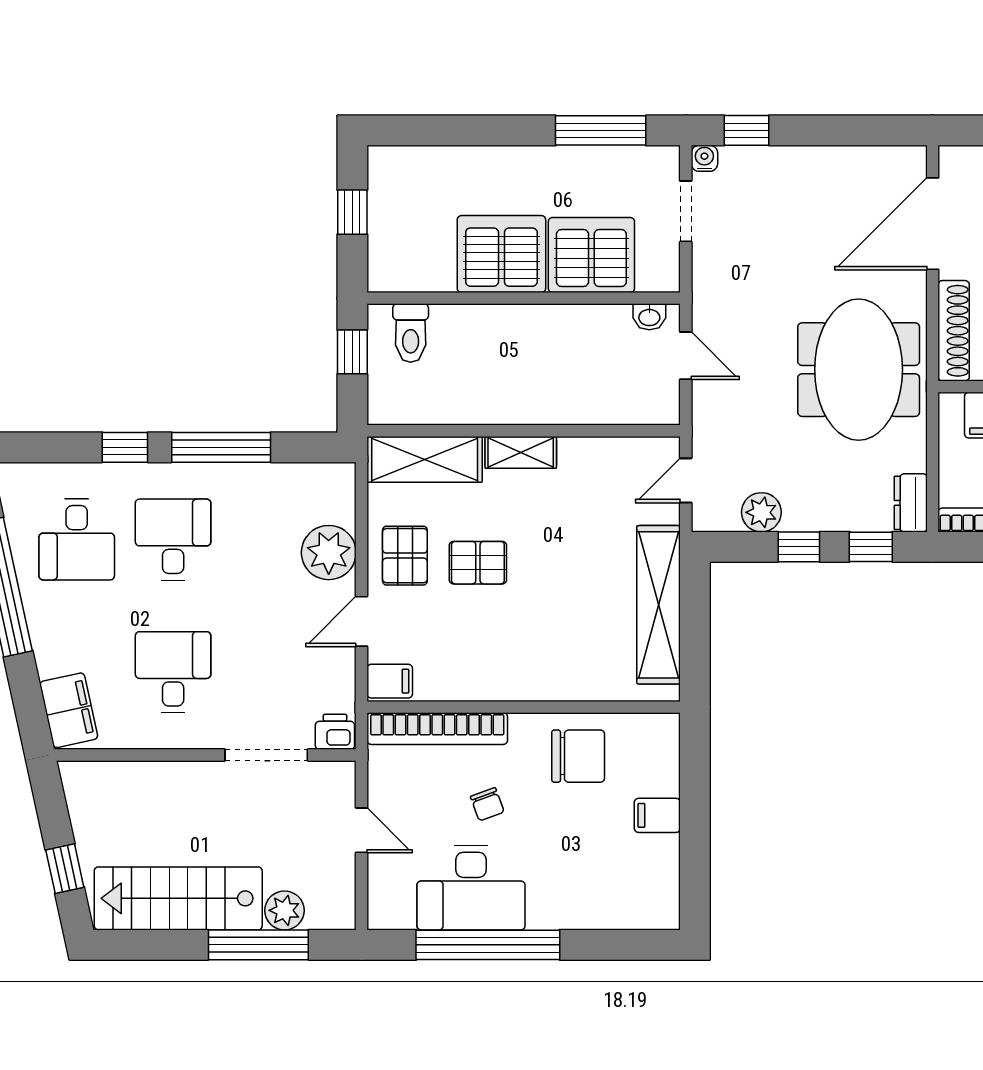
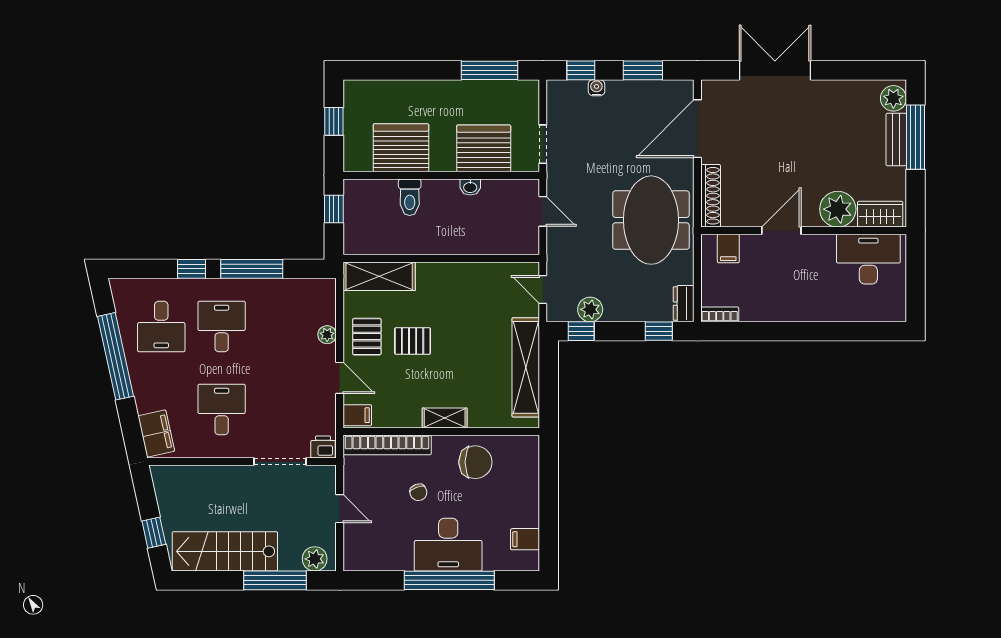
window: (846, 130) -> (643, 70), added
water cooler: (704, 158) -> (596, 88), moved
doorway: (686, 211) -> (543, 144), moved
server rack: (501, 254) -> (401, 148), moved
washbasin: (649, 317) -> (470, 187), moved
toilet: (411, 333) -> (410, 197), moved
shelving: (521, 452) -> (445, 418), moved
door: (686, 480) -> (543, 289), hinge flipped
window: (799, 547) -> (581, 331), moved
plant: (329, 553) -> (327, 335), width x0.53, depth x0.53
door: (362, 621) -> (340, 378), swing flipped
filing cabinet: (657, 815) -> (525, 539), moved
desk: (471, 888) -> (448, 545), moved
plant: (285, 910) -> (315, 559), moved
window: (488, 945) -> (449, 580), moved

